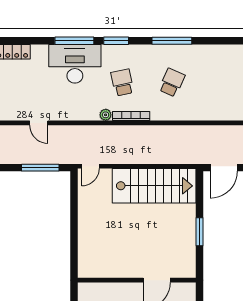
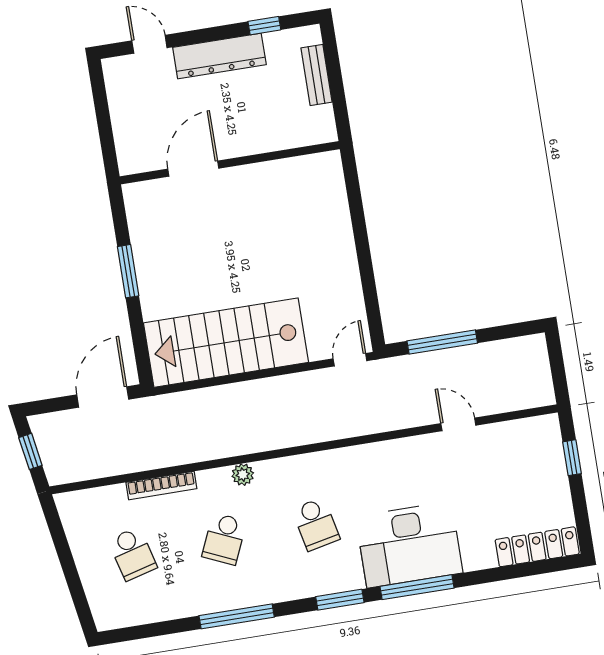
school desk: (221, 83) -> (133, 554), added
plant: (106, 115) -> (243, 475), moved
bookcase: (131, 116) -> (161, 486), moved

